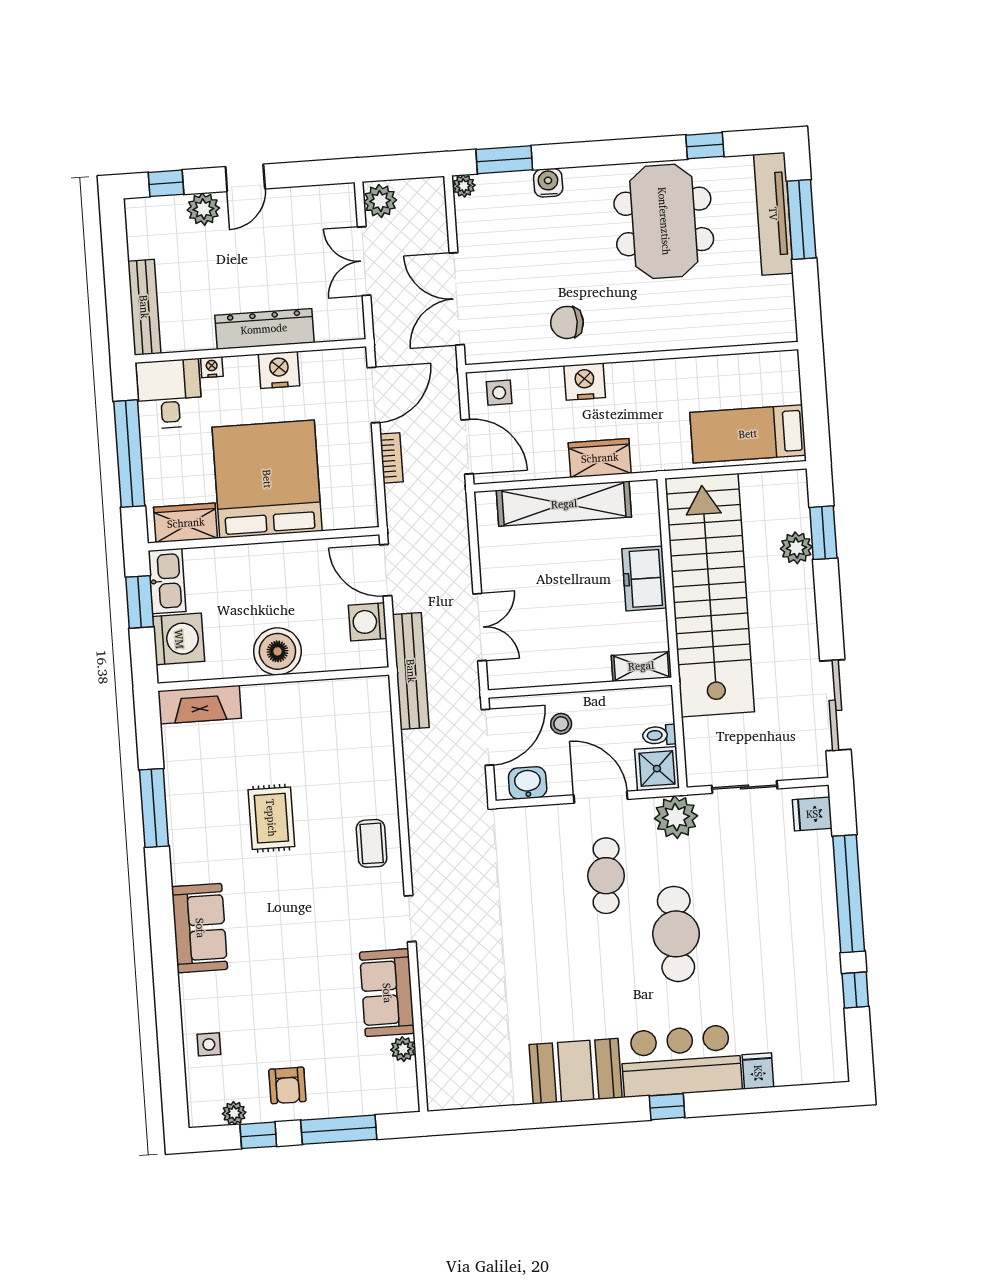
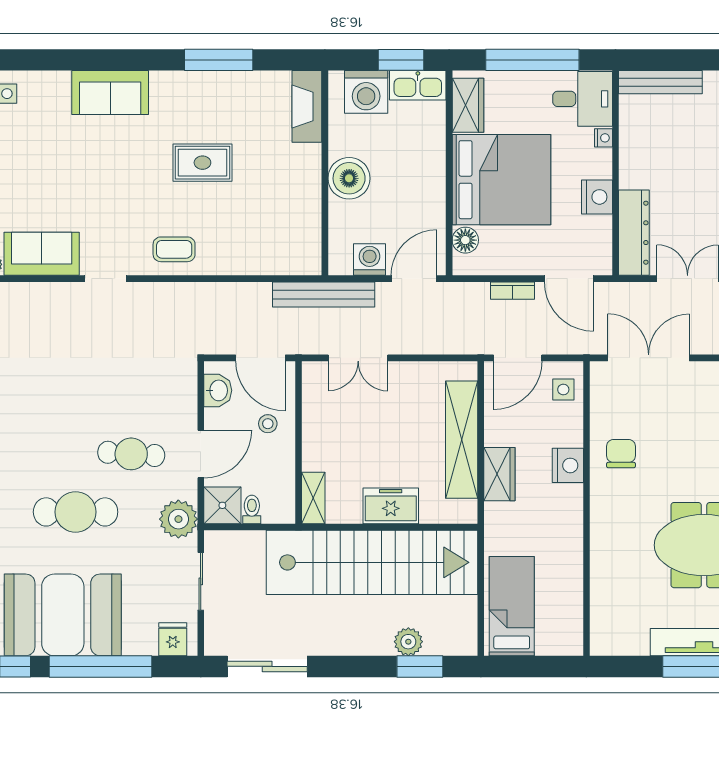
dresser: (264, 329) -> (634, 233), moved
floor lamp: (338, 515) -> (465, 240), added
booth: (793, 940) -> (63, 615), added

